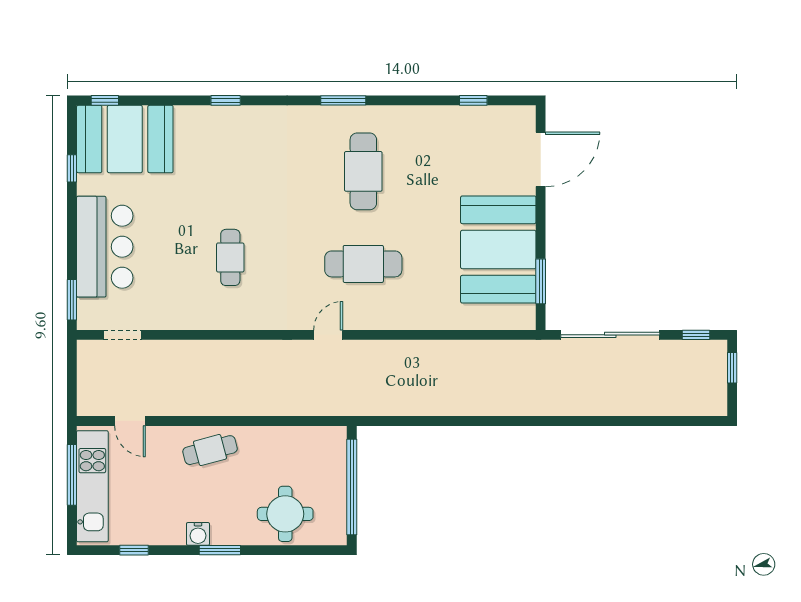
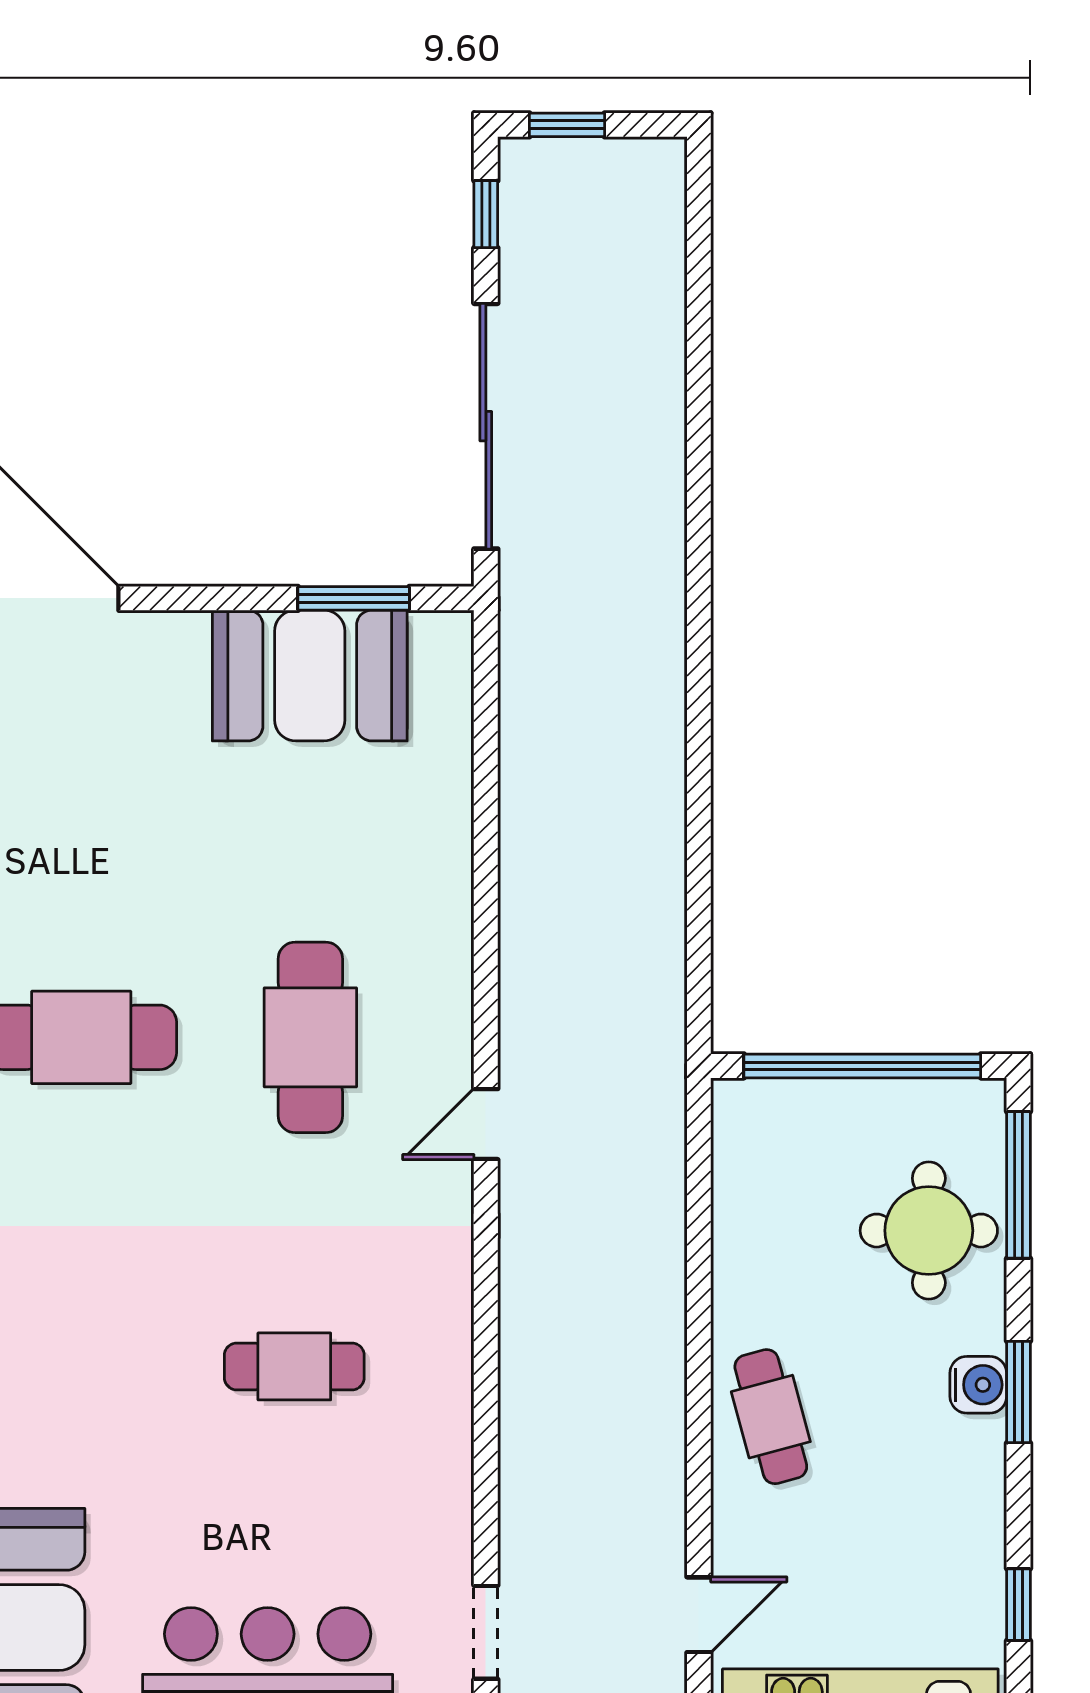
booth: (498, 249) -> (310, 676), width x0.73, depth x0.70
door: (328, 335) -> (486, 1124), hinge flipped
water cooler: (198, 534) -> (978, 1385), moved
window: (304, 550) -> (1019, 1185), added

